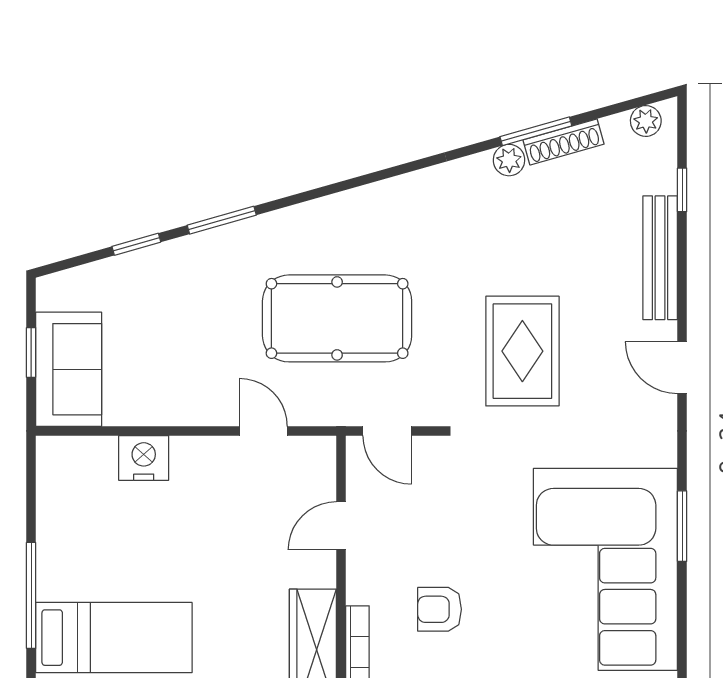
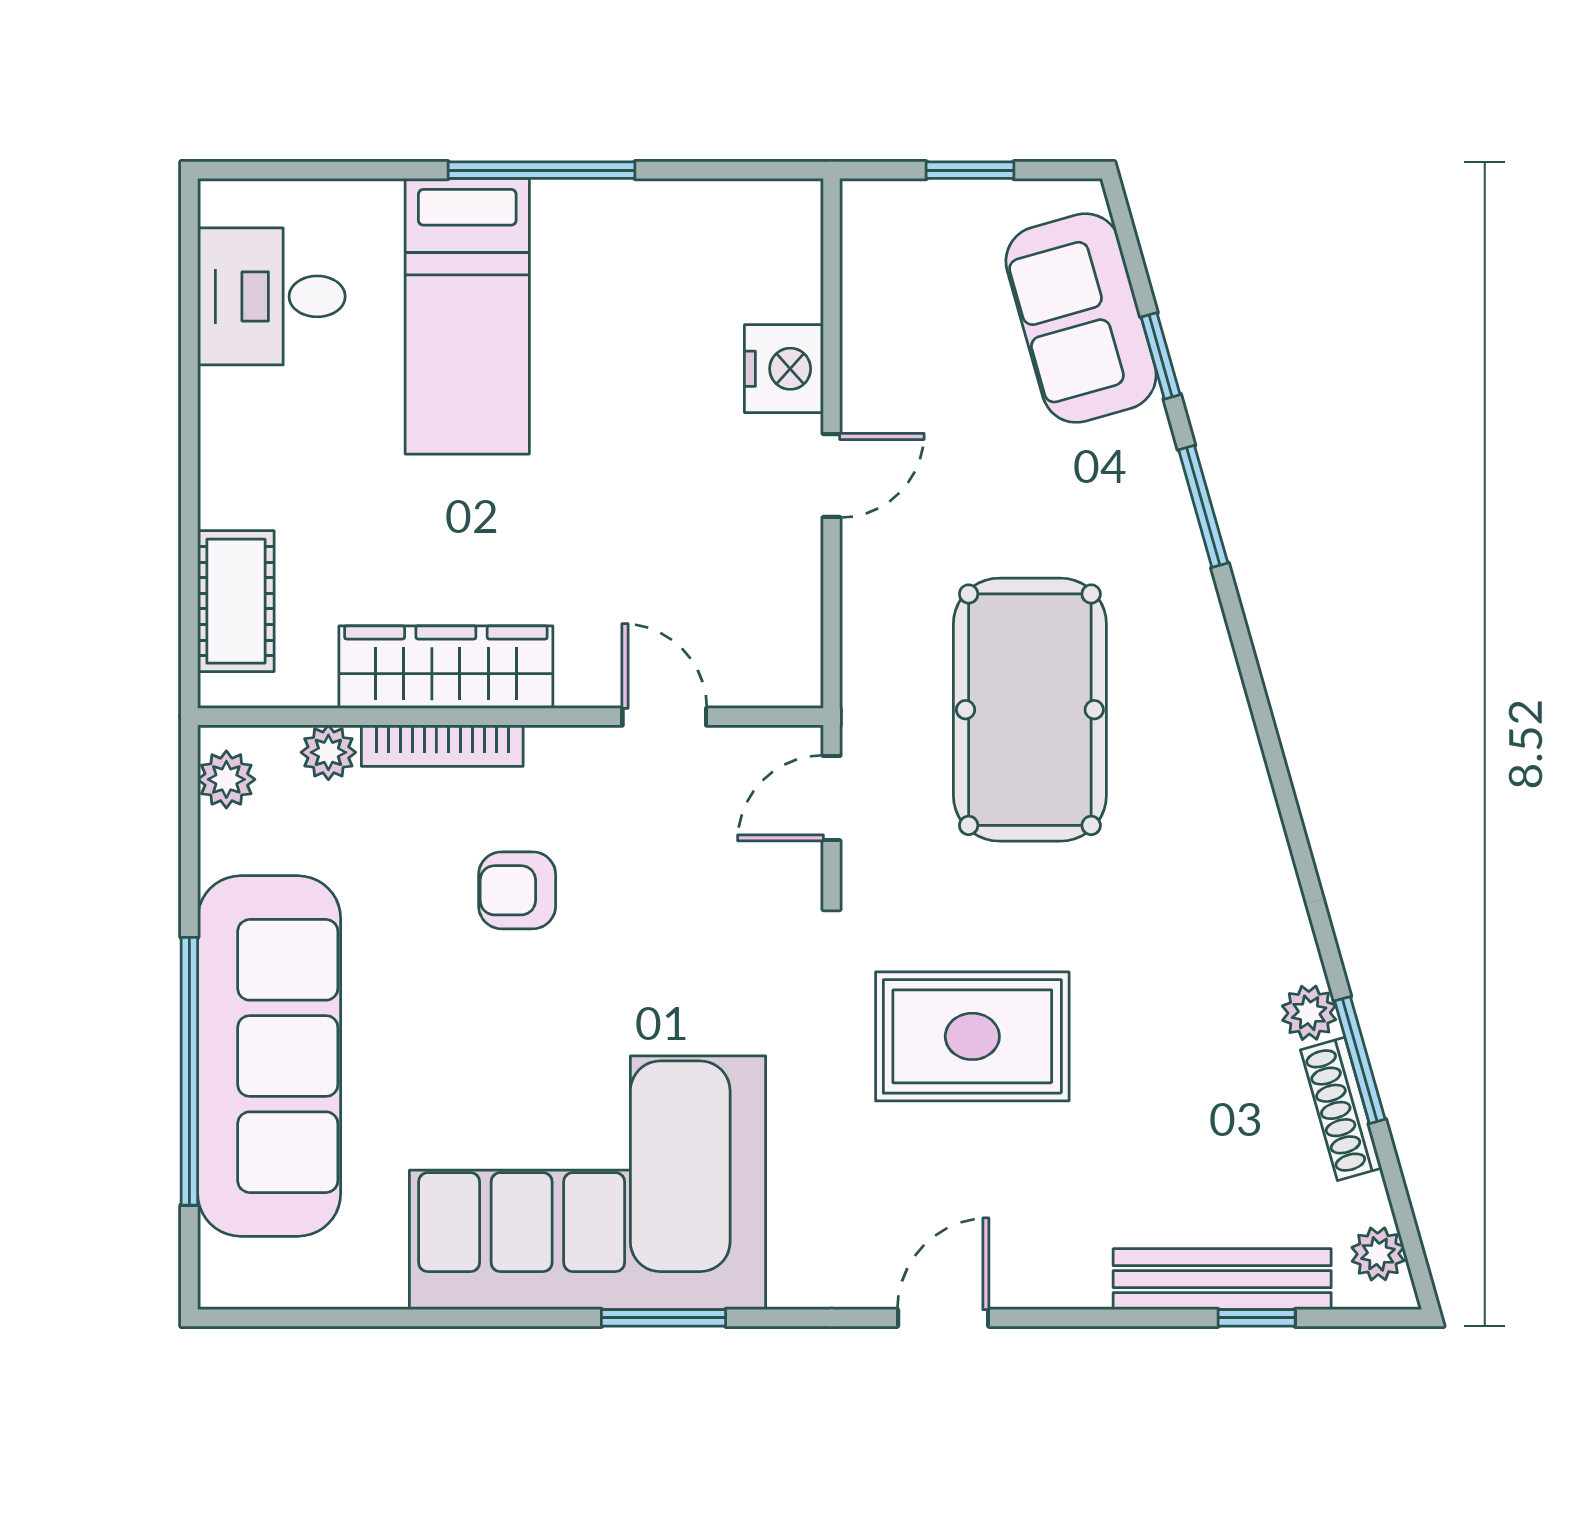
bench: (660, 258) -> (1222, 1279), moved
sofa: (69, 369) -> (1081, 318), moved, turned 74
door: (263, 431) -> (832, 476), moved
armchair: (440, 609) -> (517, 890), turned -90

